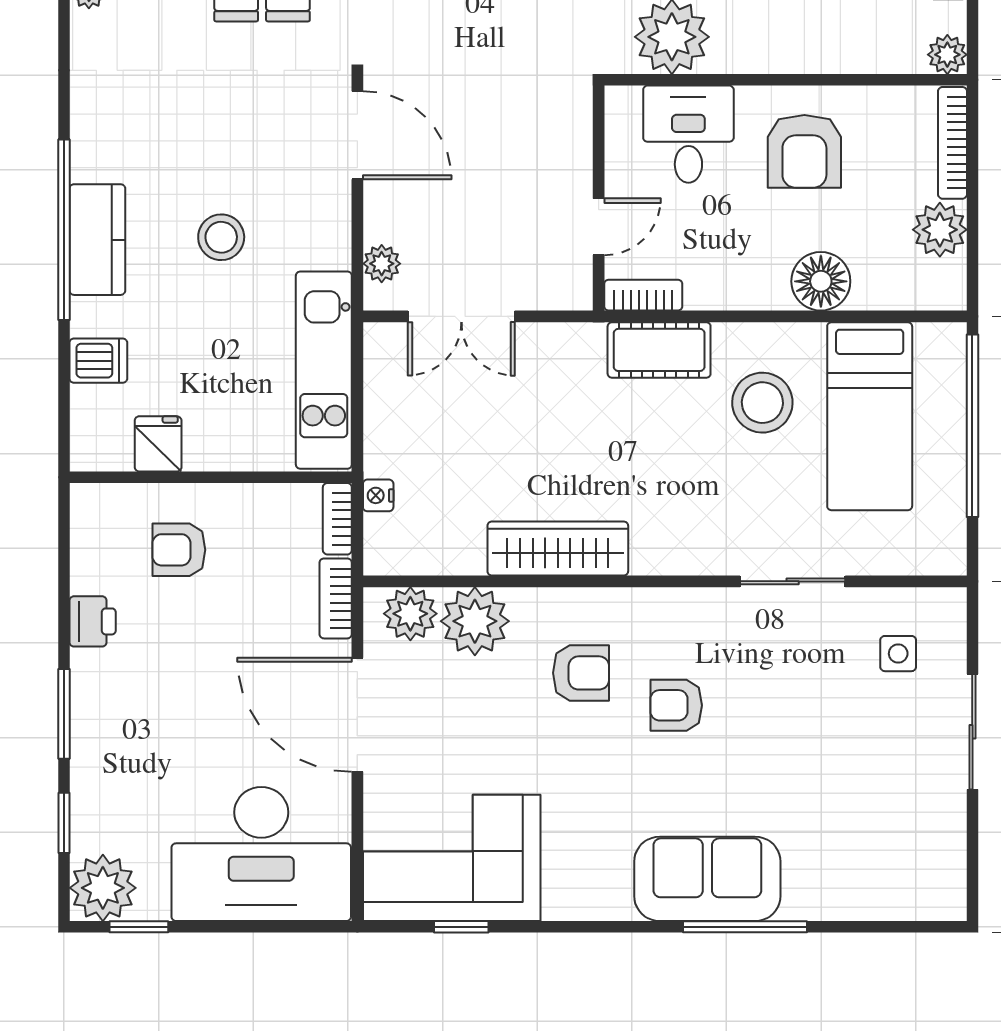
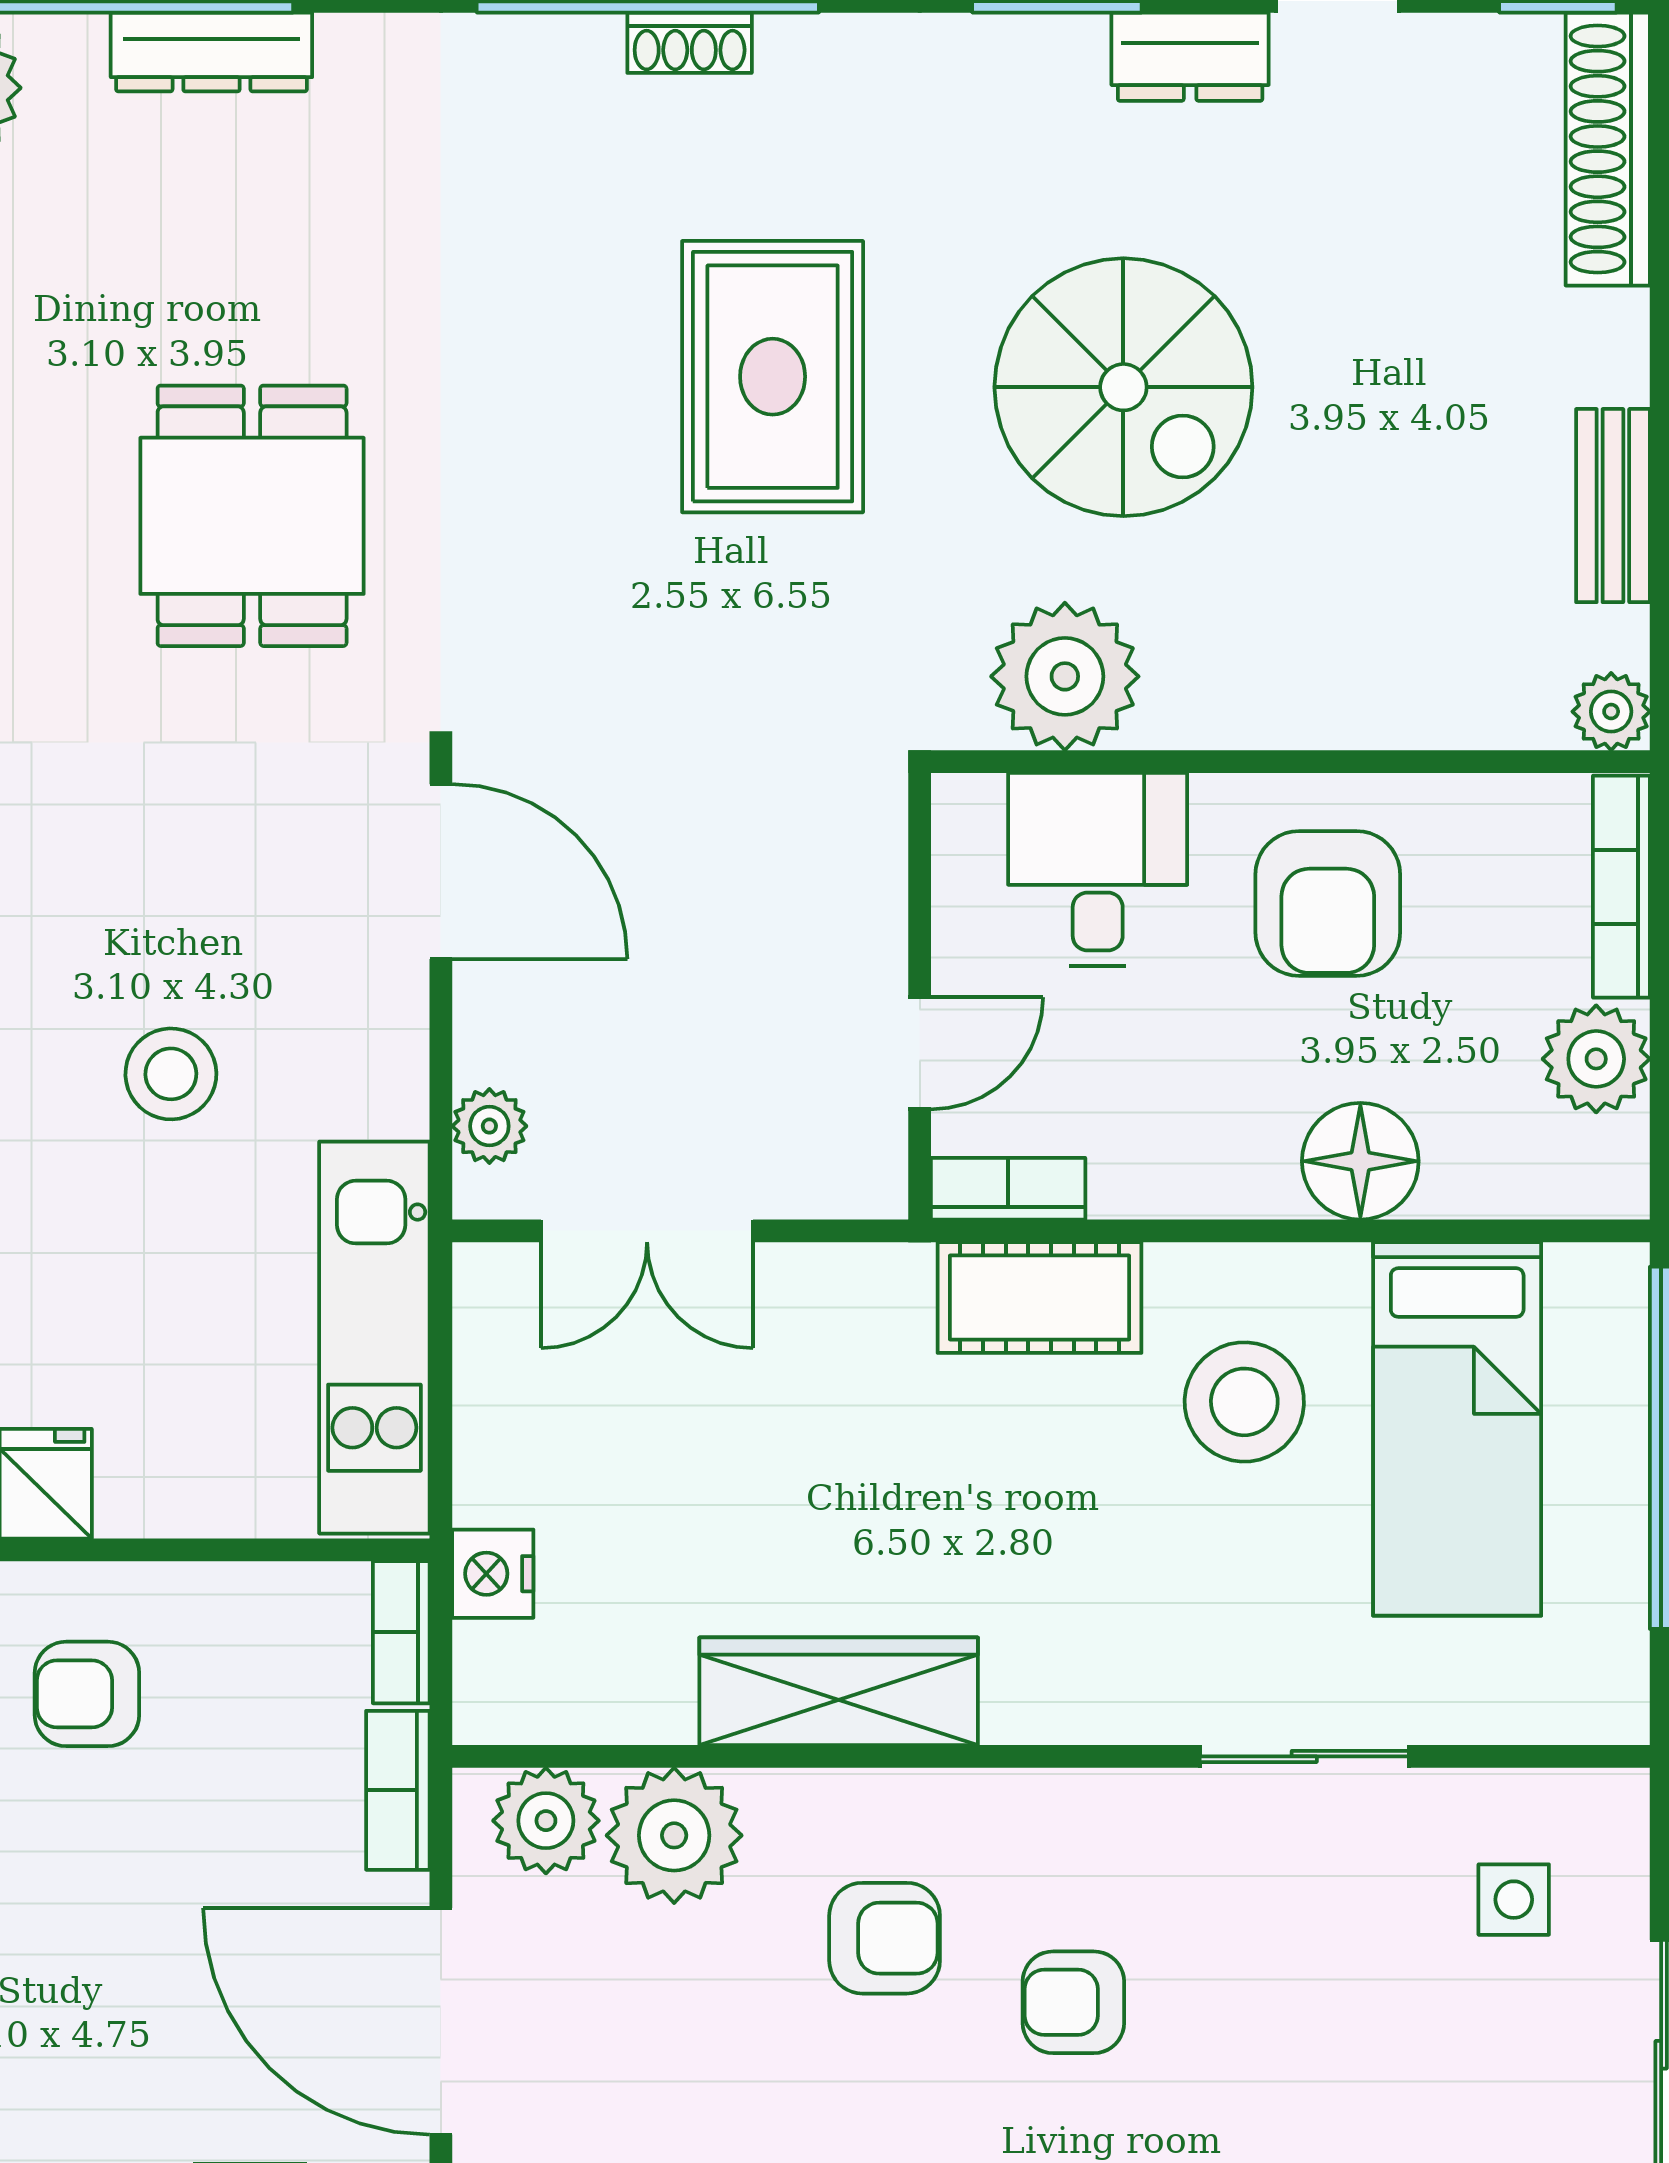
nightstand: (378, 495) -> (493, 1574), width x1.39, depth x1.35

